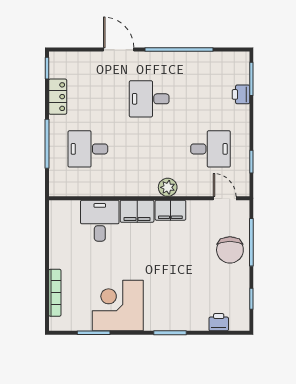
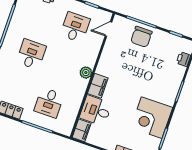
desk: (149, 99) -> (31, 54), turned 180
plant: (168, 187) -> (86, 73), moved
filing cabinet: (170, 210) -> (82, 130), moved
chair: (230, 250) -> (141, 37), turned 90

